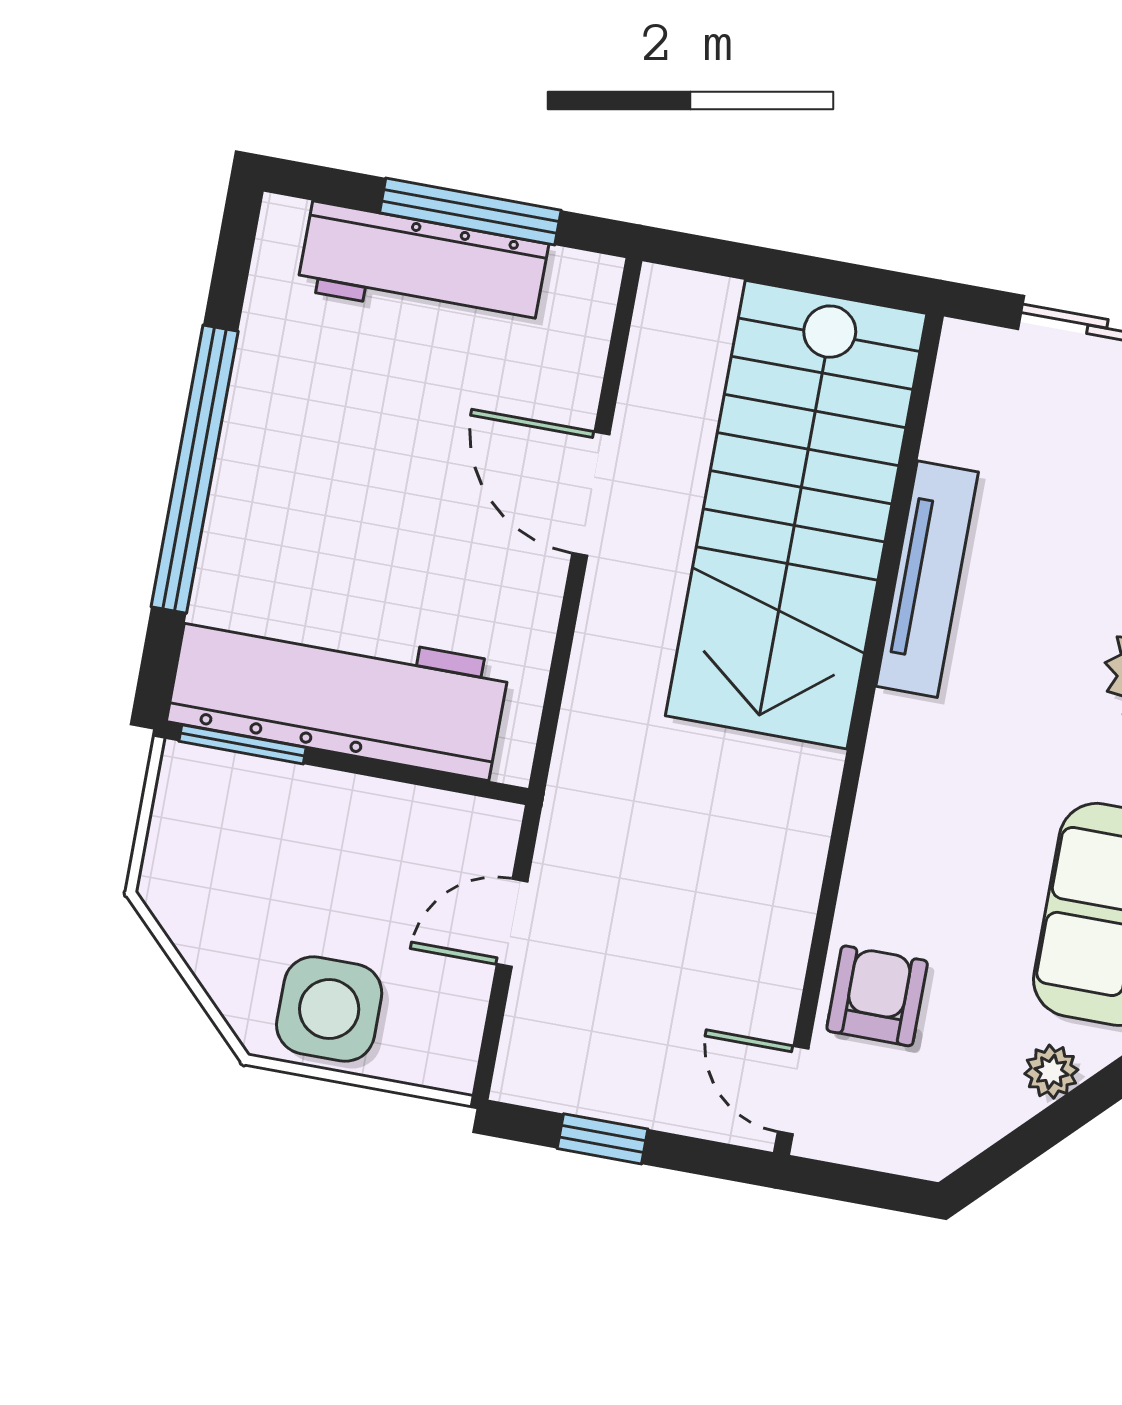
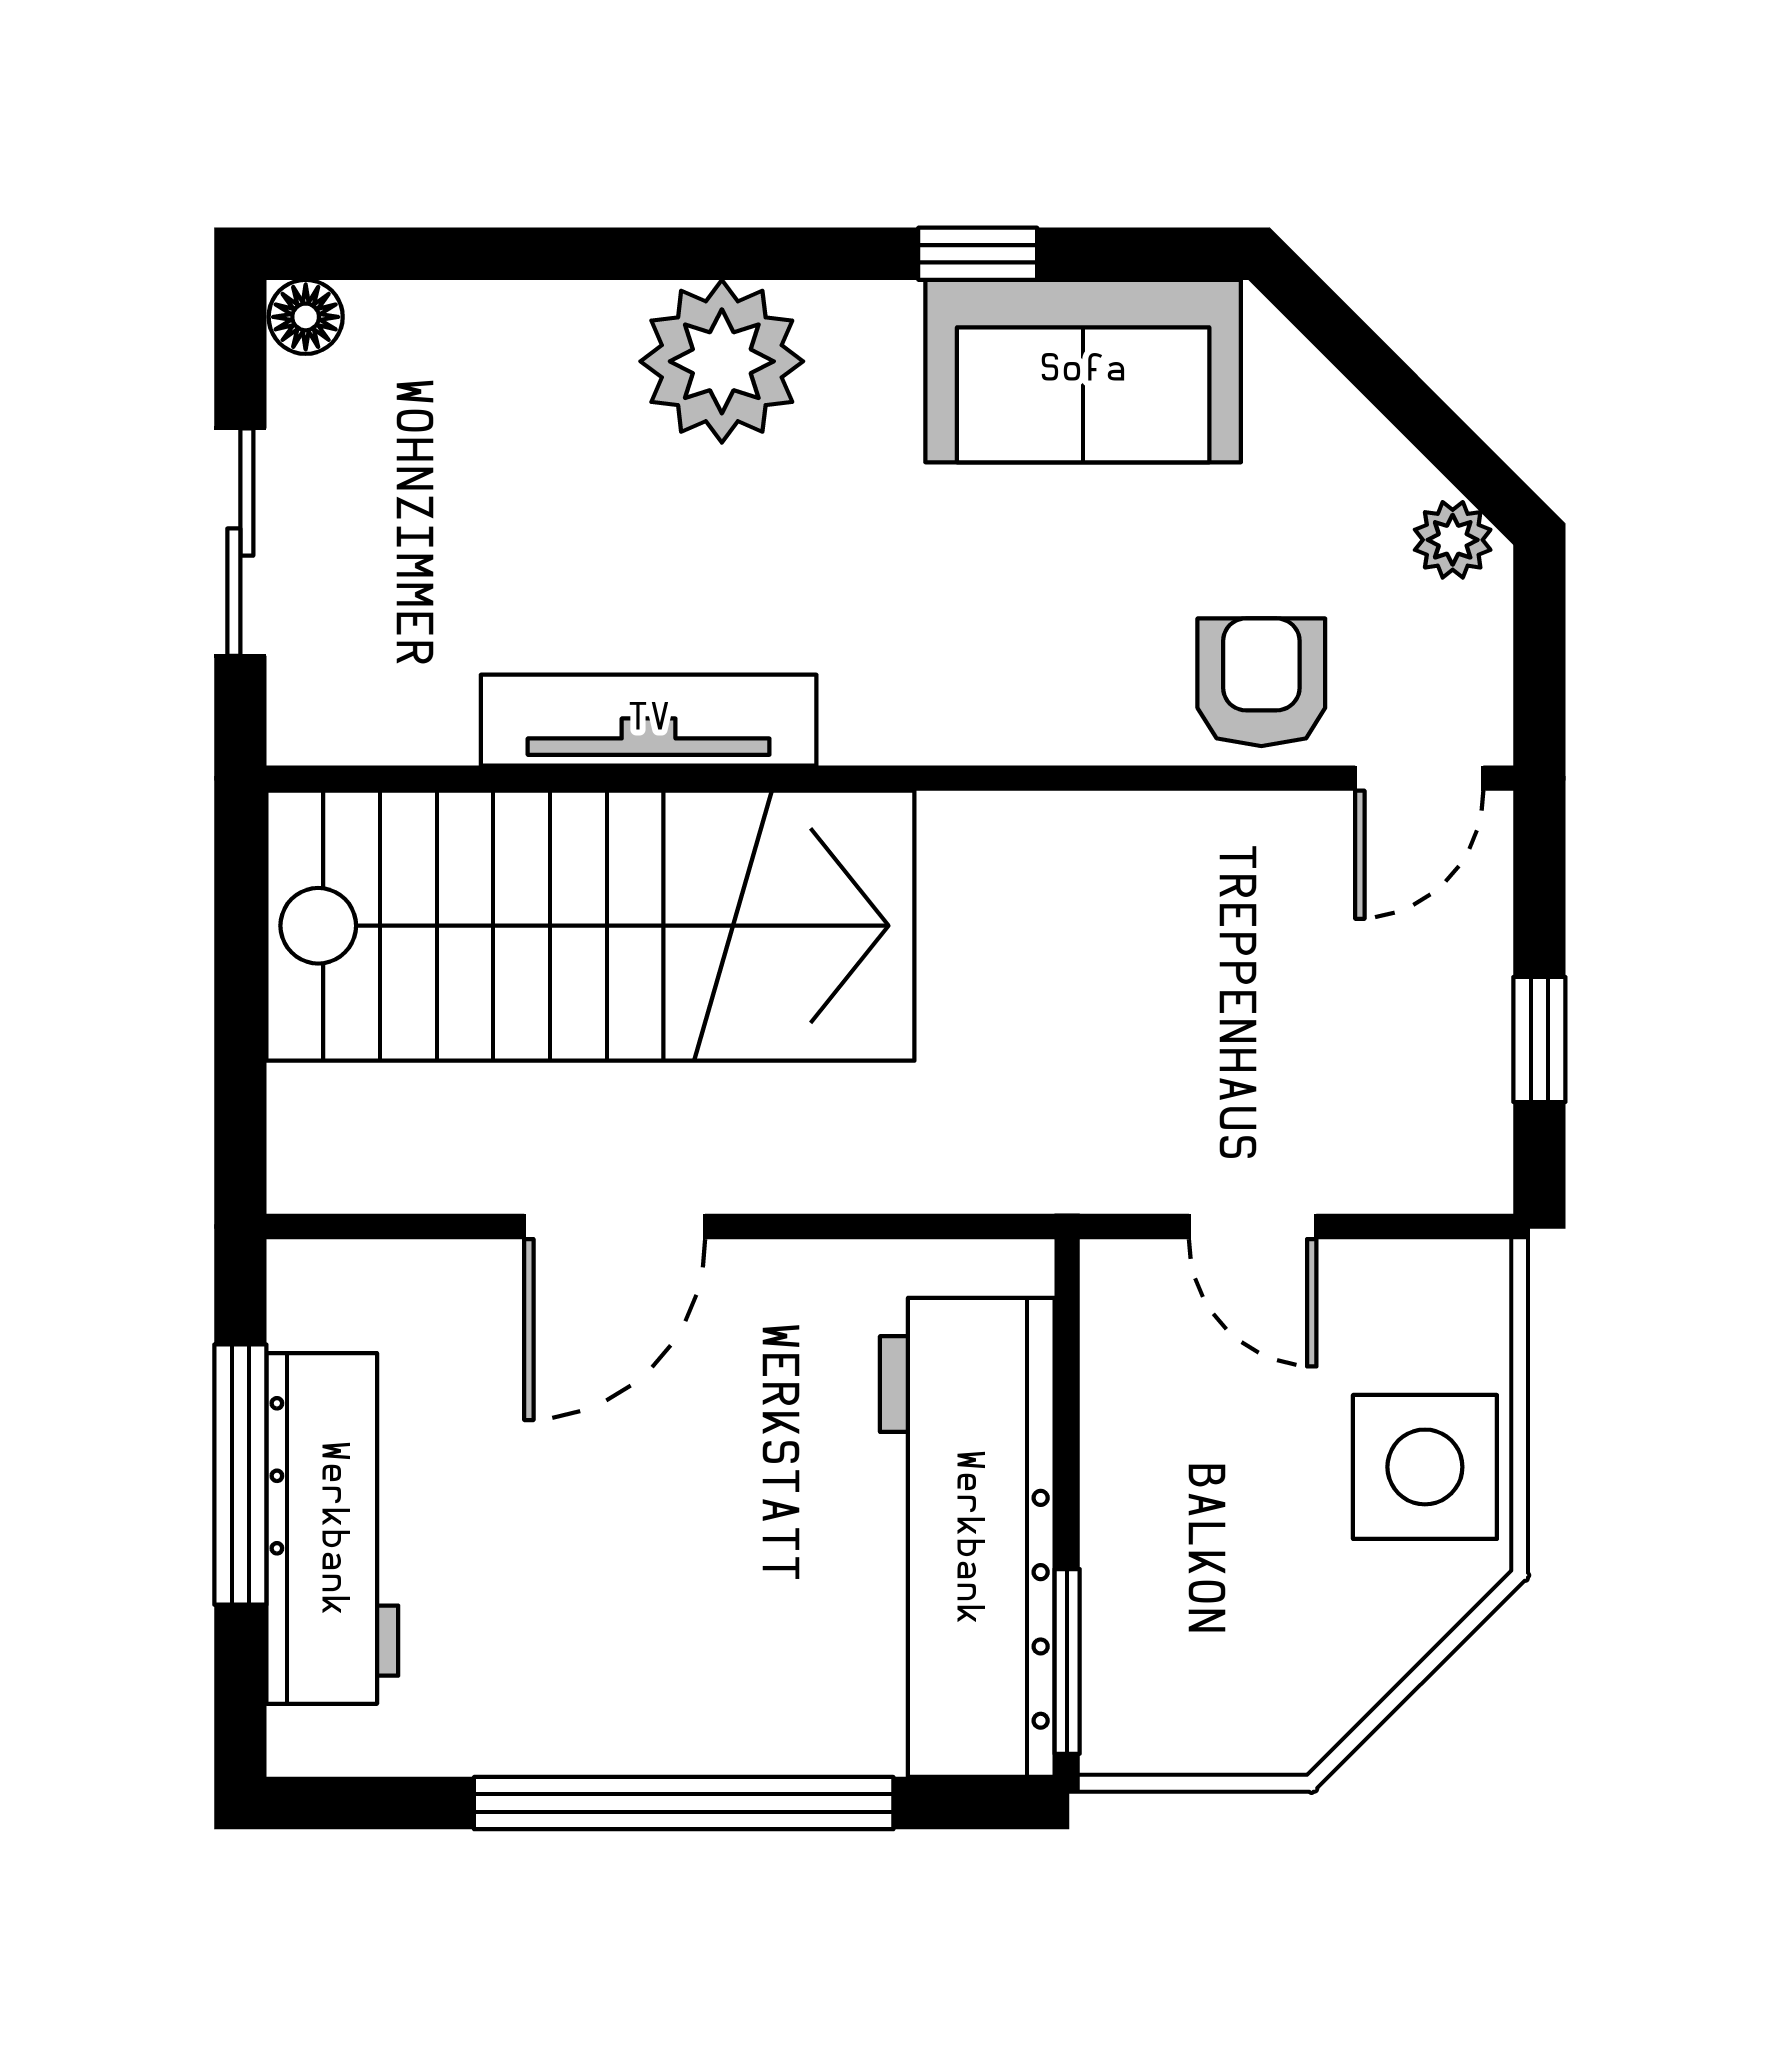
armchair: (877, 996) -> (1261, 682), turned 90
plant: (1051, 1072) -> (1453, 540), moved

